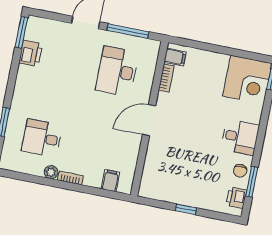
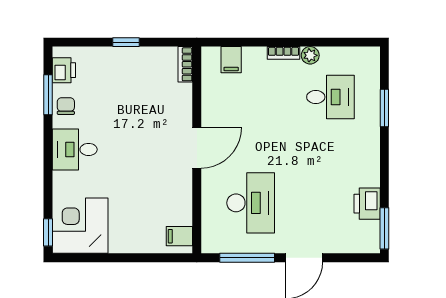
bookcase: (166, 78) -> (185, 64), moved

